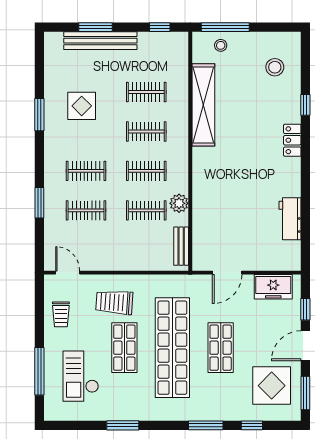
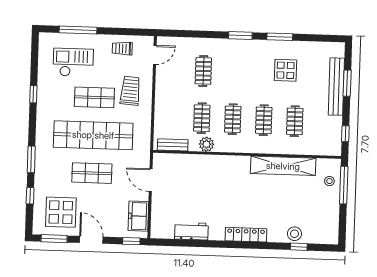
stool: (275, 67) -> (294, 234), moved
window: (305, 105) -> (299, 247), moved
locker: (292, 140) -> (246, 235), width x1.53
clothes rail: (86, 171) -> (234, 72), removed
window: (39, 203) -> (240, 35), moved
window: (305, 309) -> (131, 241), moved
window: (123, 425) -> (33, 94), width x0.67

